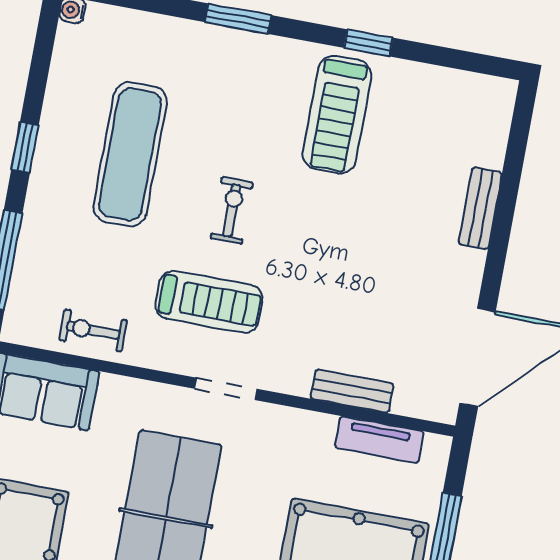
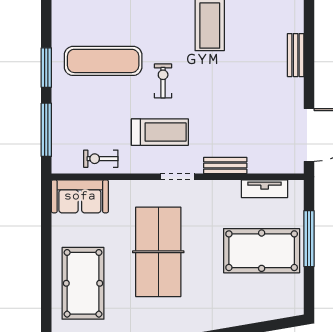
window: (25, 147) -> (46, 68), width x1.50
exercise mat: (130, 154) -> (103, 61), turned 90
bench: (352, 391) -> (225, 166), moved

